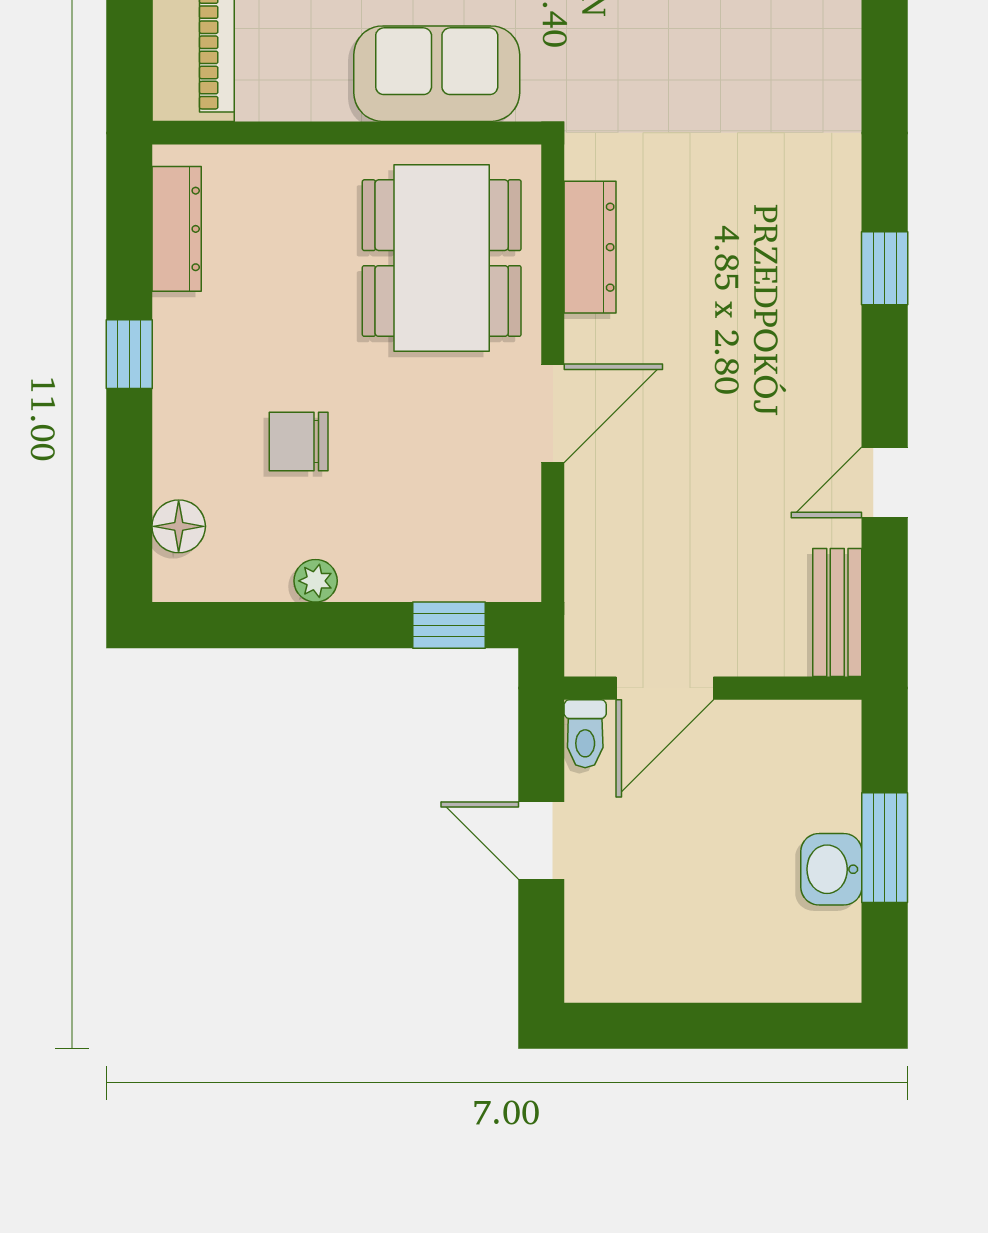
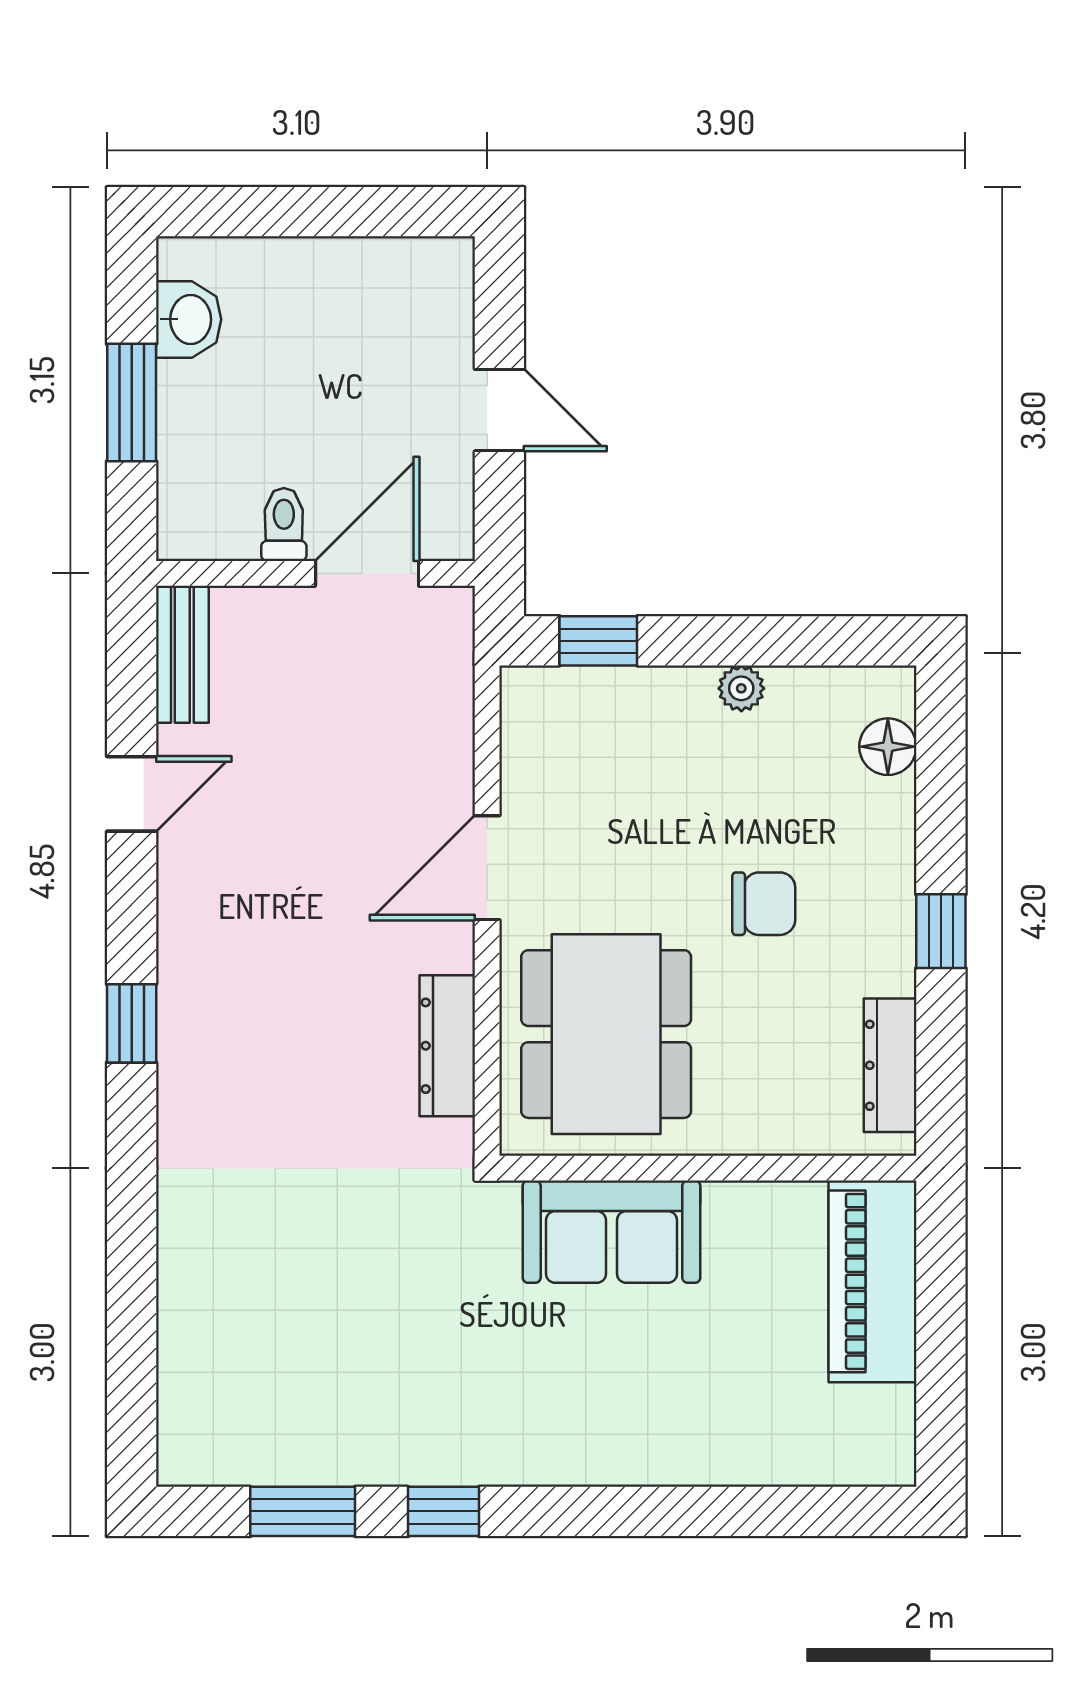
chair: (299, 442) -> (764, 904), moved
toilet: (585, 734) -> (284, 524), moved
washbasin: (831, 869) -> (189, 319), moved

